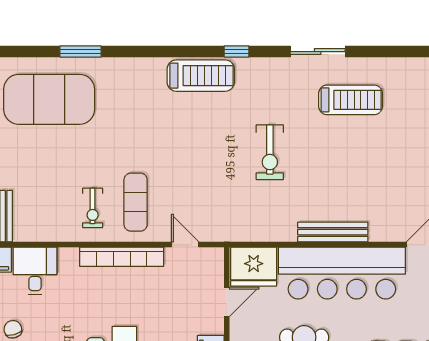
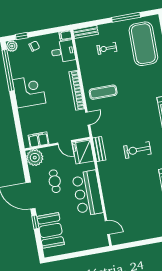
exercise bike: (93, 208) -> (107, 48), moved
bench: (333, 232) -> (99, 149), moved, width x0.73
bar counter: (342, 273) -> (87, 193), width x0.73

